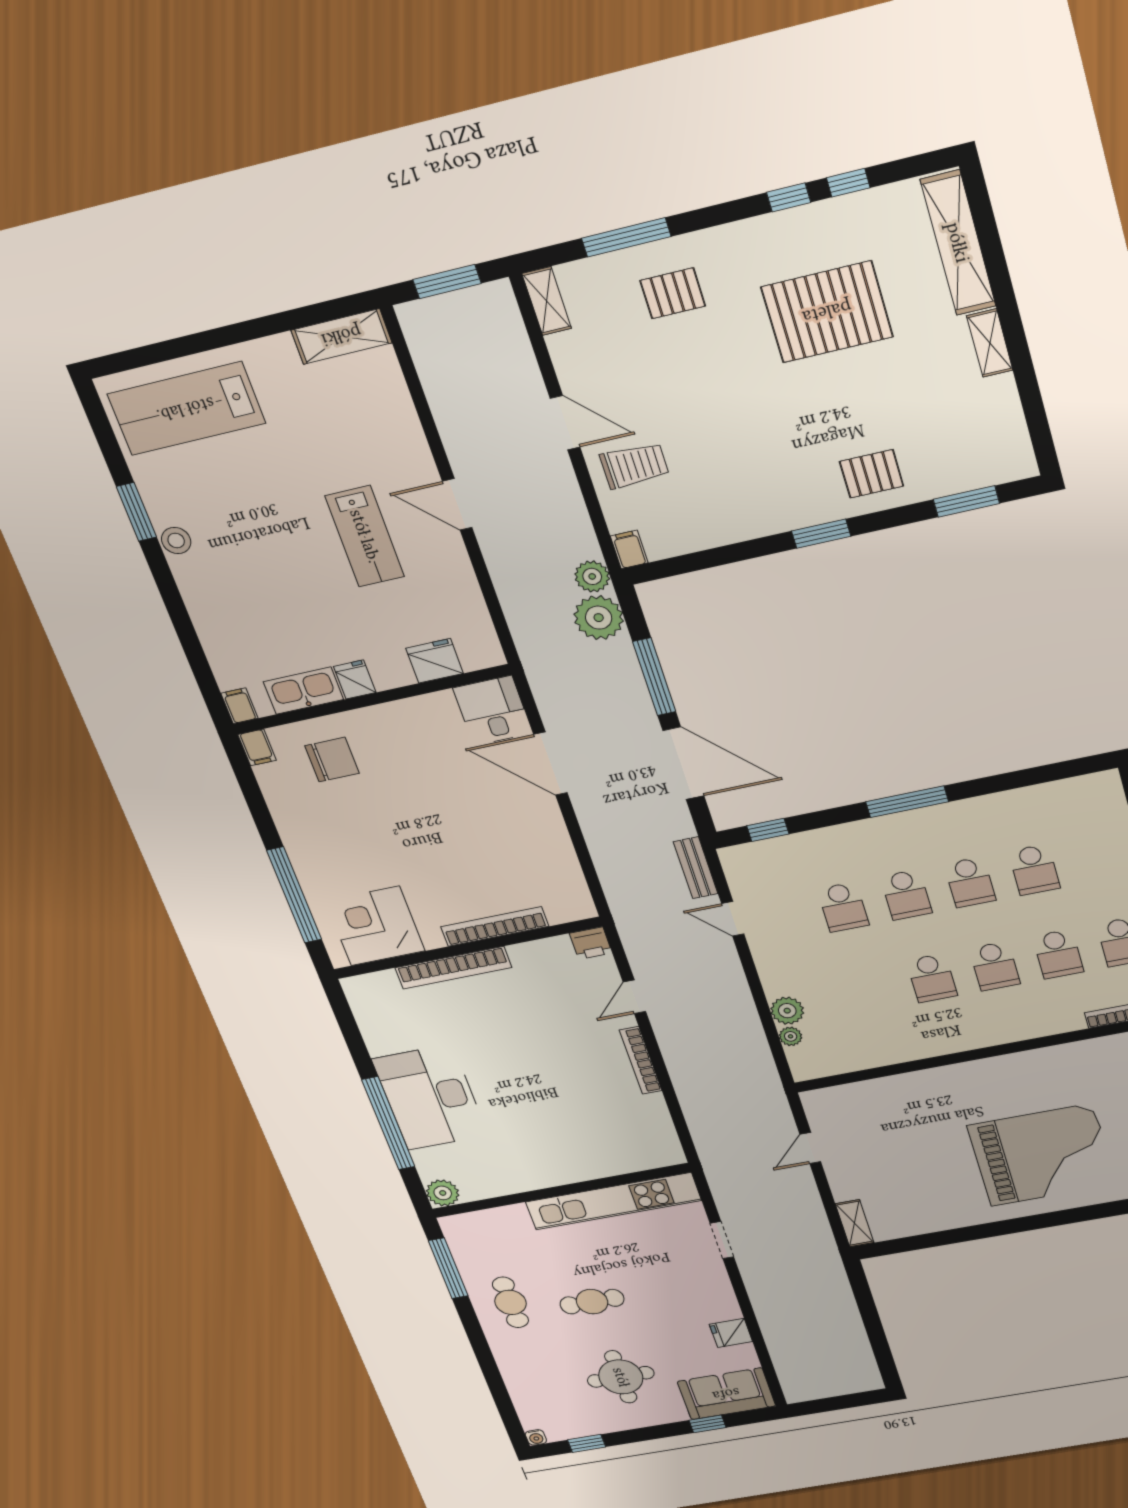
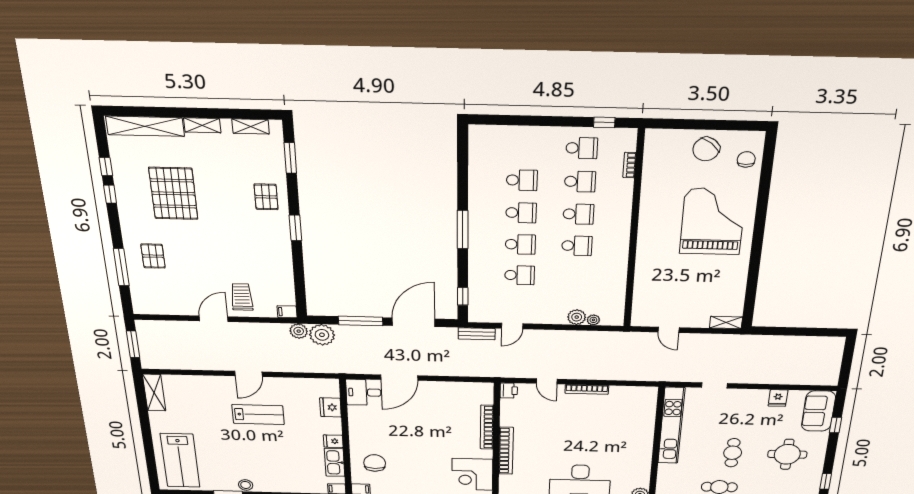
shelving: (547, 301) -> (251, 126), moved

